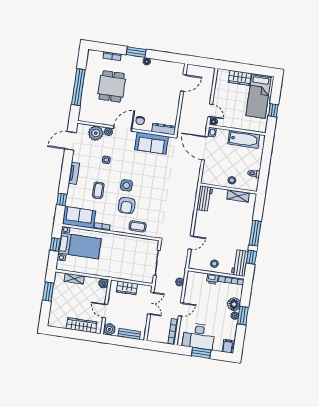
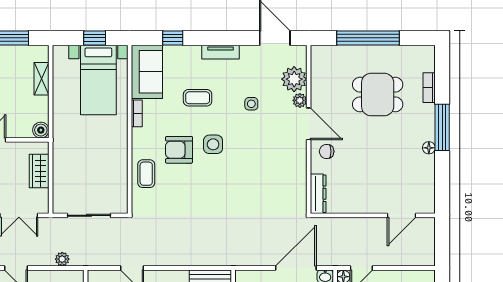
window: (136, 52) -> (442, 127), width x1.44
door: (183, 83) -> (402, 215), hinge flipped
sofa: (151, 143) -> (291, 176), removed

